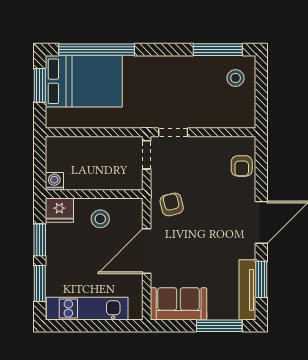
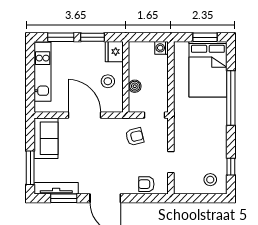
window: (97, 50) -> (231, 98), moved
window: (218, 50) -> (231, 167), width x0.46
doorway: (173, 132) -> (171, 162), moved
washing machine: (54, 181) -> (162, 48), moved, turned 180
boiler: (107, 182) -> (135, 86), added
armchair: (172, 204) -> (135, 137), moved

